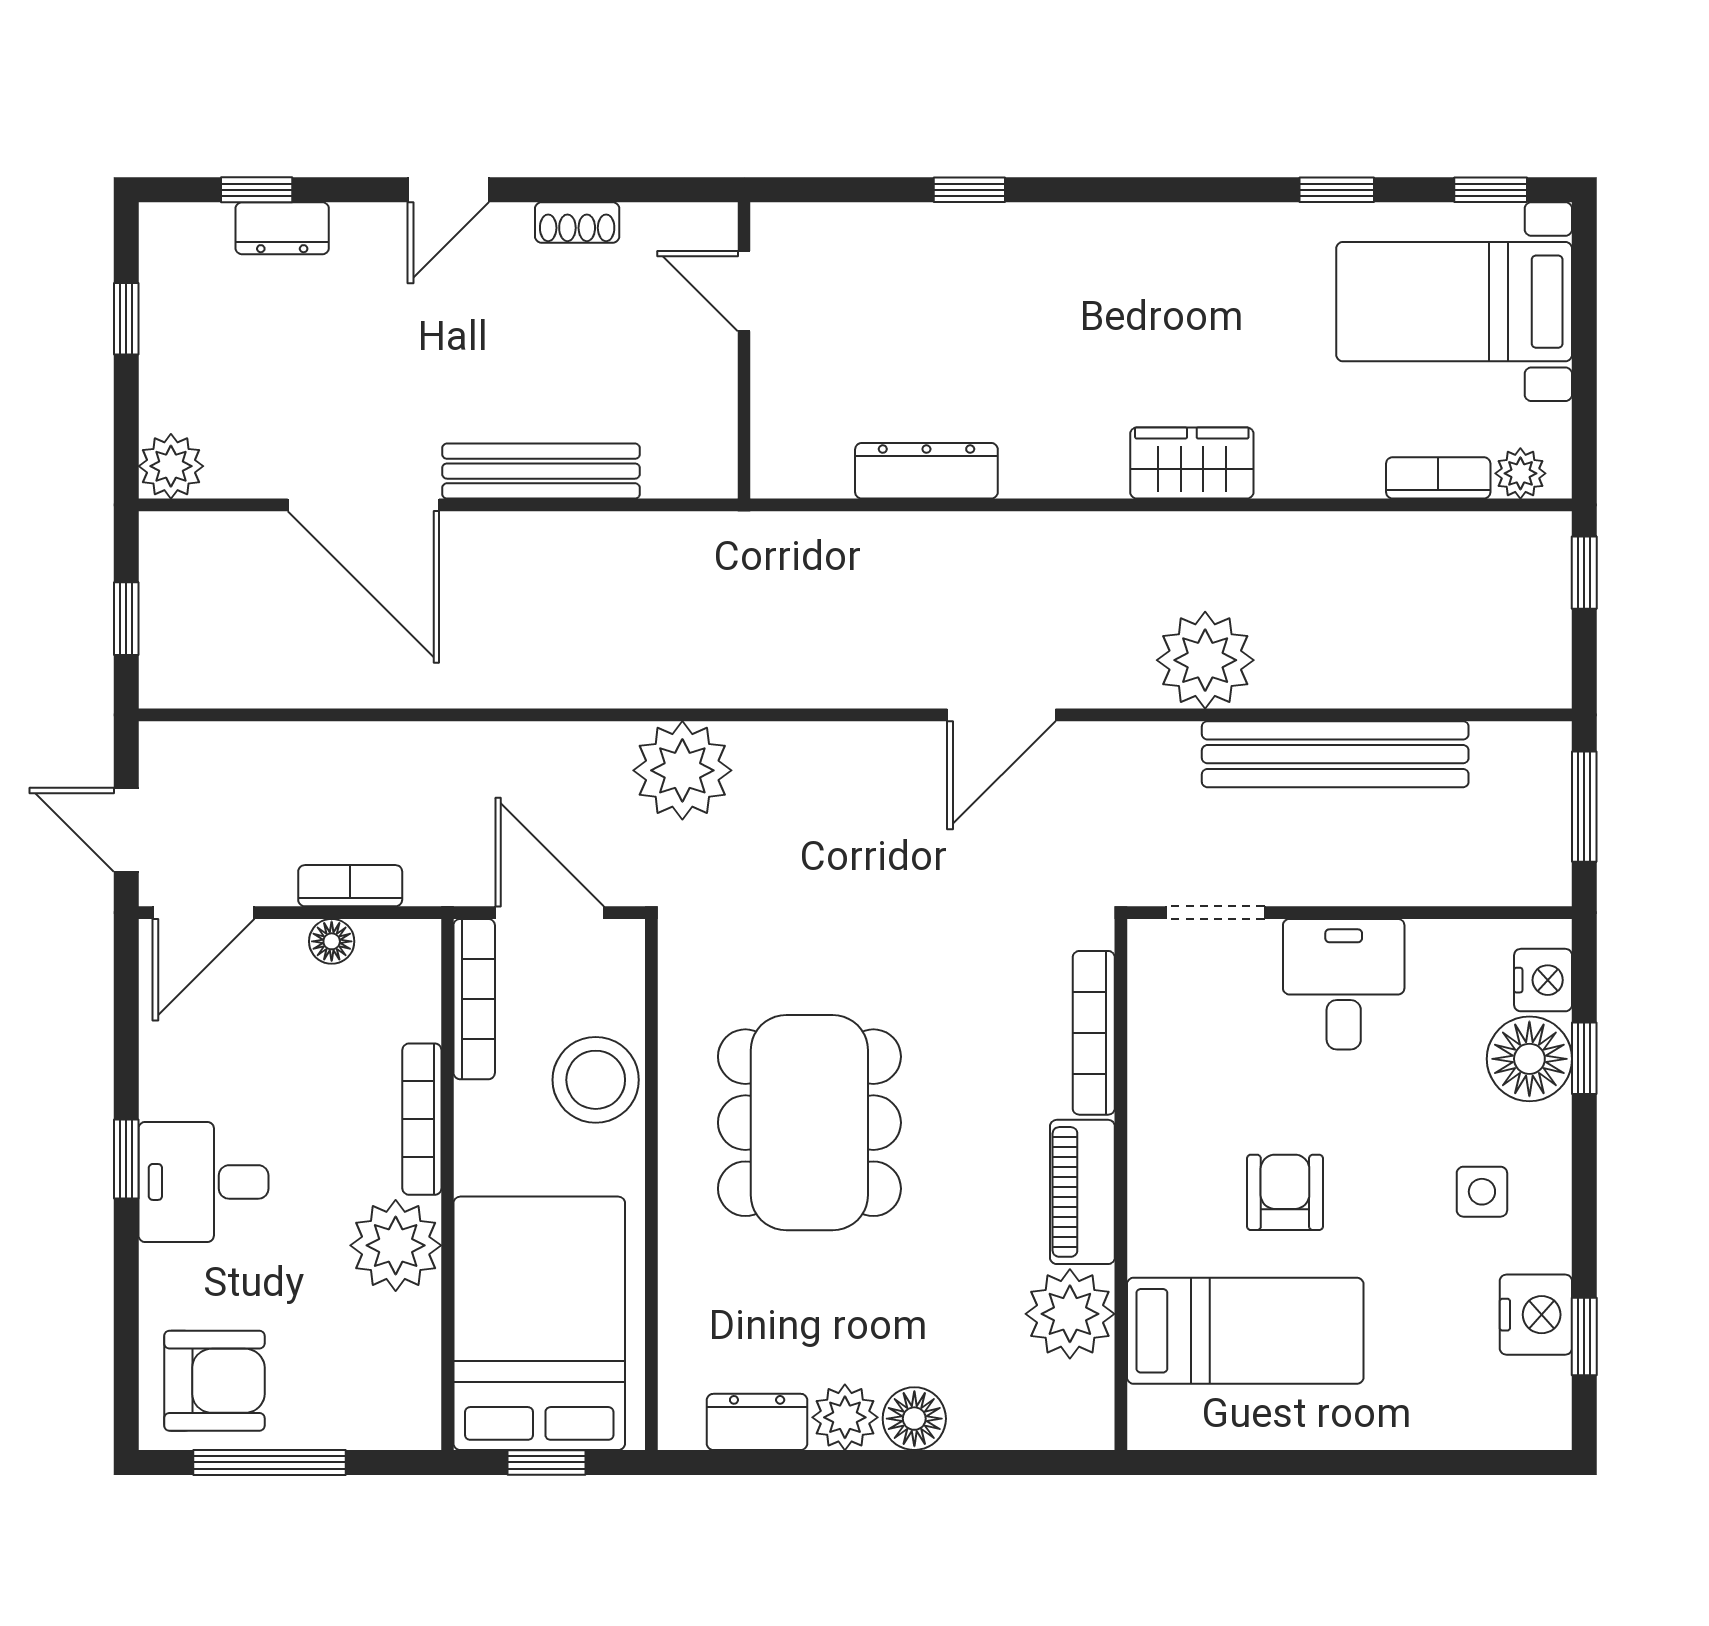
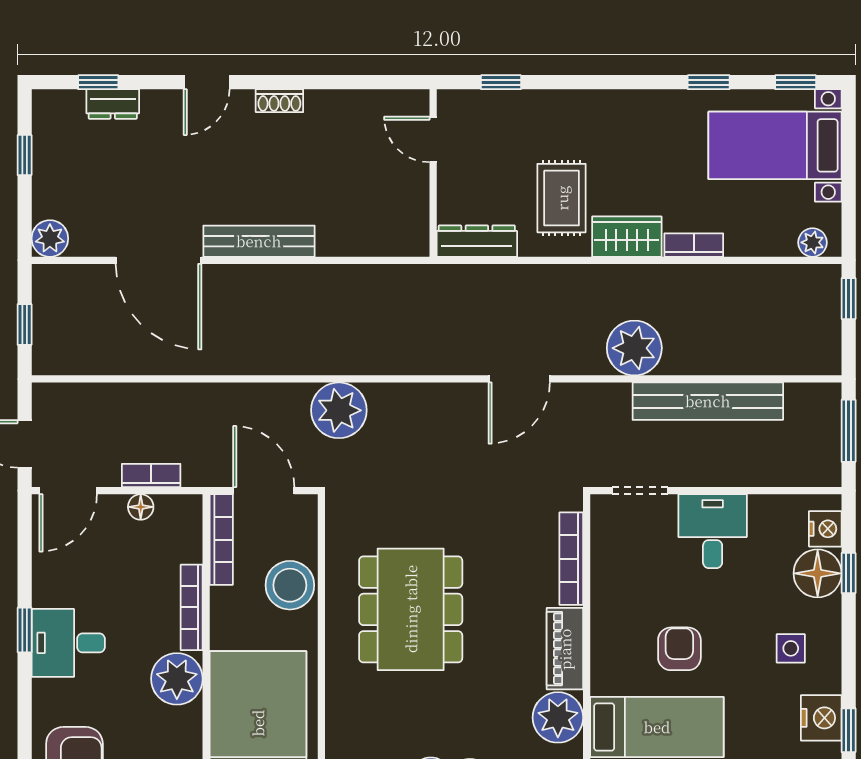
door: (744, 291) -> (433, 139), moved
wall: (744, 350) -> (433, 173), moved
rug: (1076, 395) -> (562, 198), added
bookcase: (1438, 478) -> (694, 245), moved

